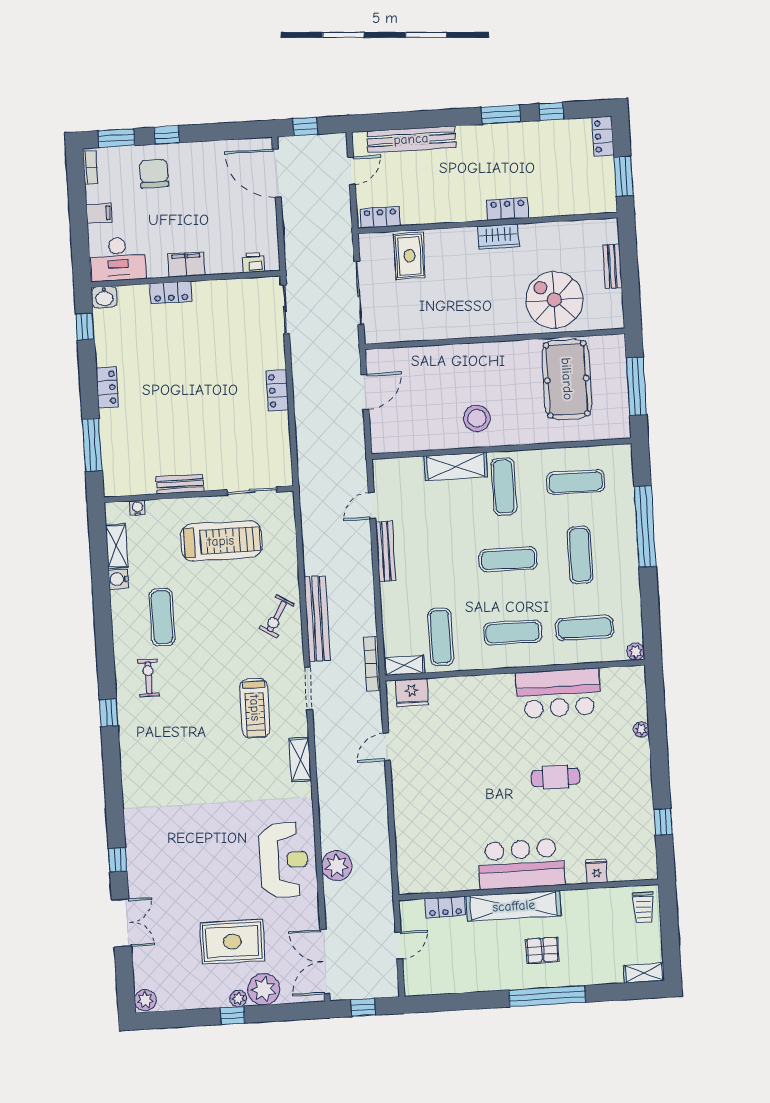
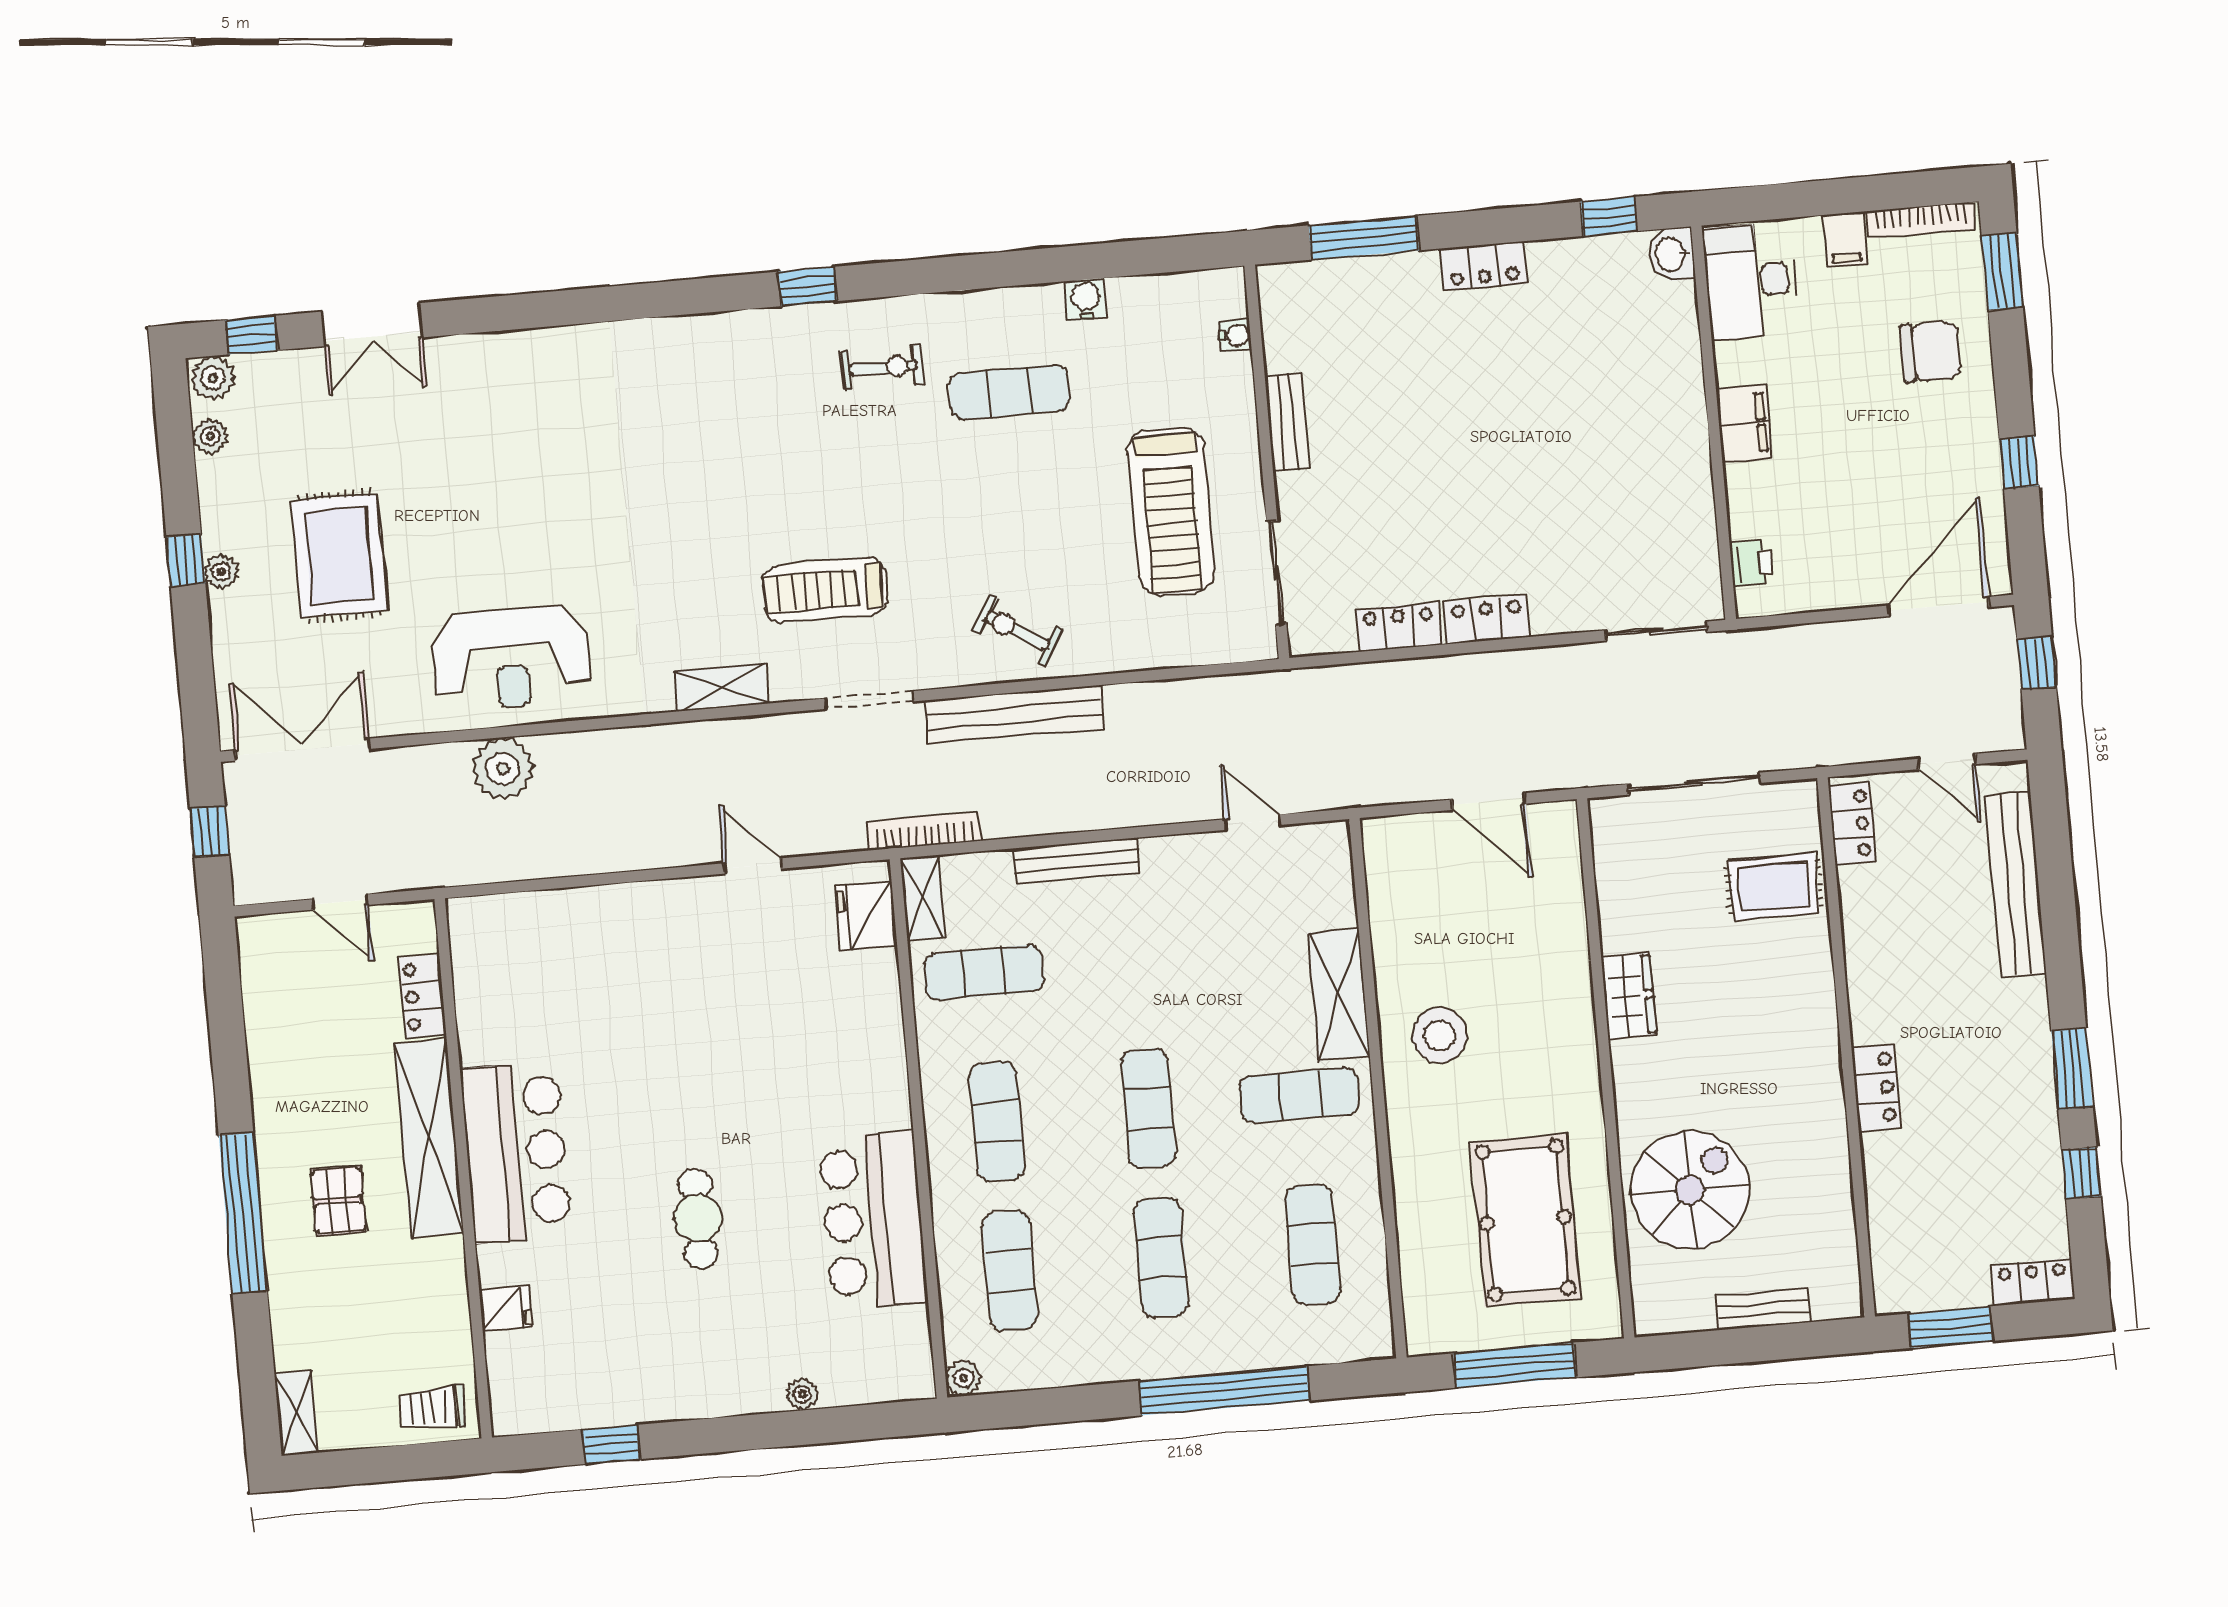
window: (167, 135) -> (2019, 462), moved
bookcase: (90, 167) -> (1921, 220), width x1.56
wardrobe: (498, 237) -> (1629, 996), moved, turned 180
locker: (171, 293) -> (1399, 627), moved, turned 90
pool table: (567, 379) -> (1526, 1220), turned 90
shelving: (117, 546) -> (1155, 294), removed
bench: (386, 551) -> (1077, 860), moved
exercise mat: (580, 555) -> (1161, 1258), turned 90
window: (118, 860) -> (251, 335), moved
plant: (264, 989) -> (210, 437), moved, width x0.53, depth x0.53

